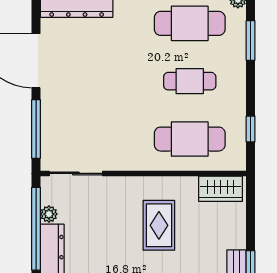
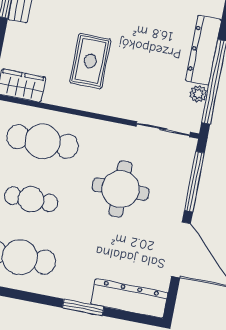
round table: (106, 108) -> (121, 189), added

